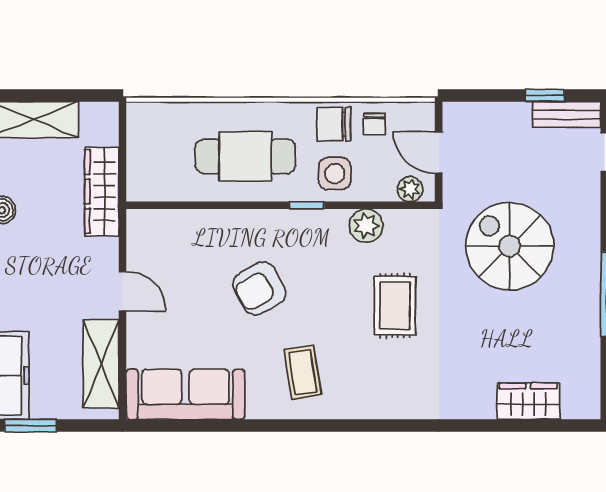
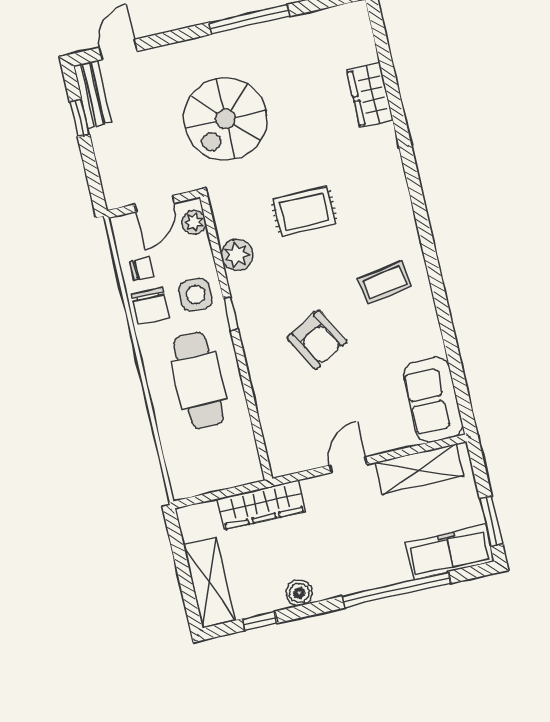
sofa: (185, 394) -> (433, 400), width x0.73
wardrobe: (528, 401) -> (370, 95), moved

